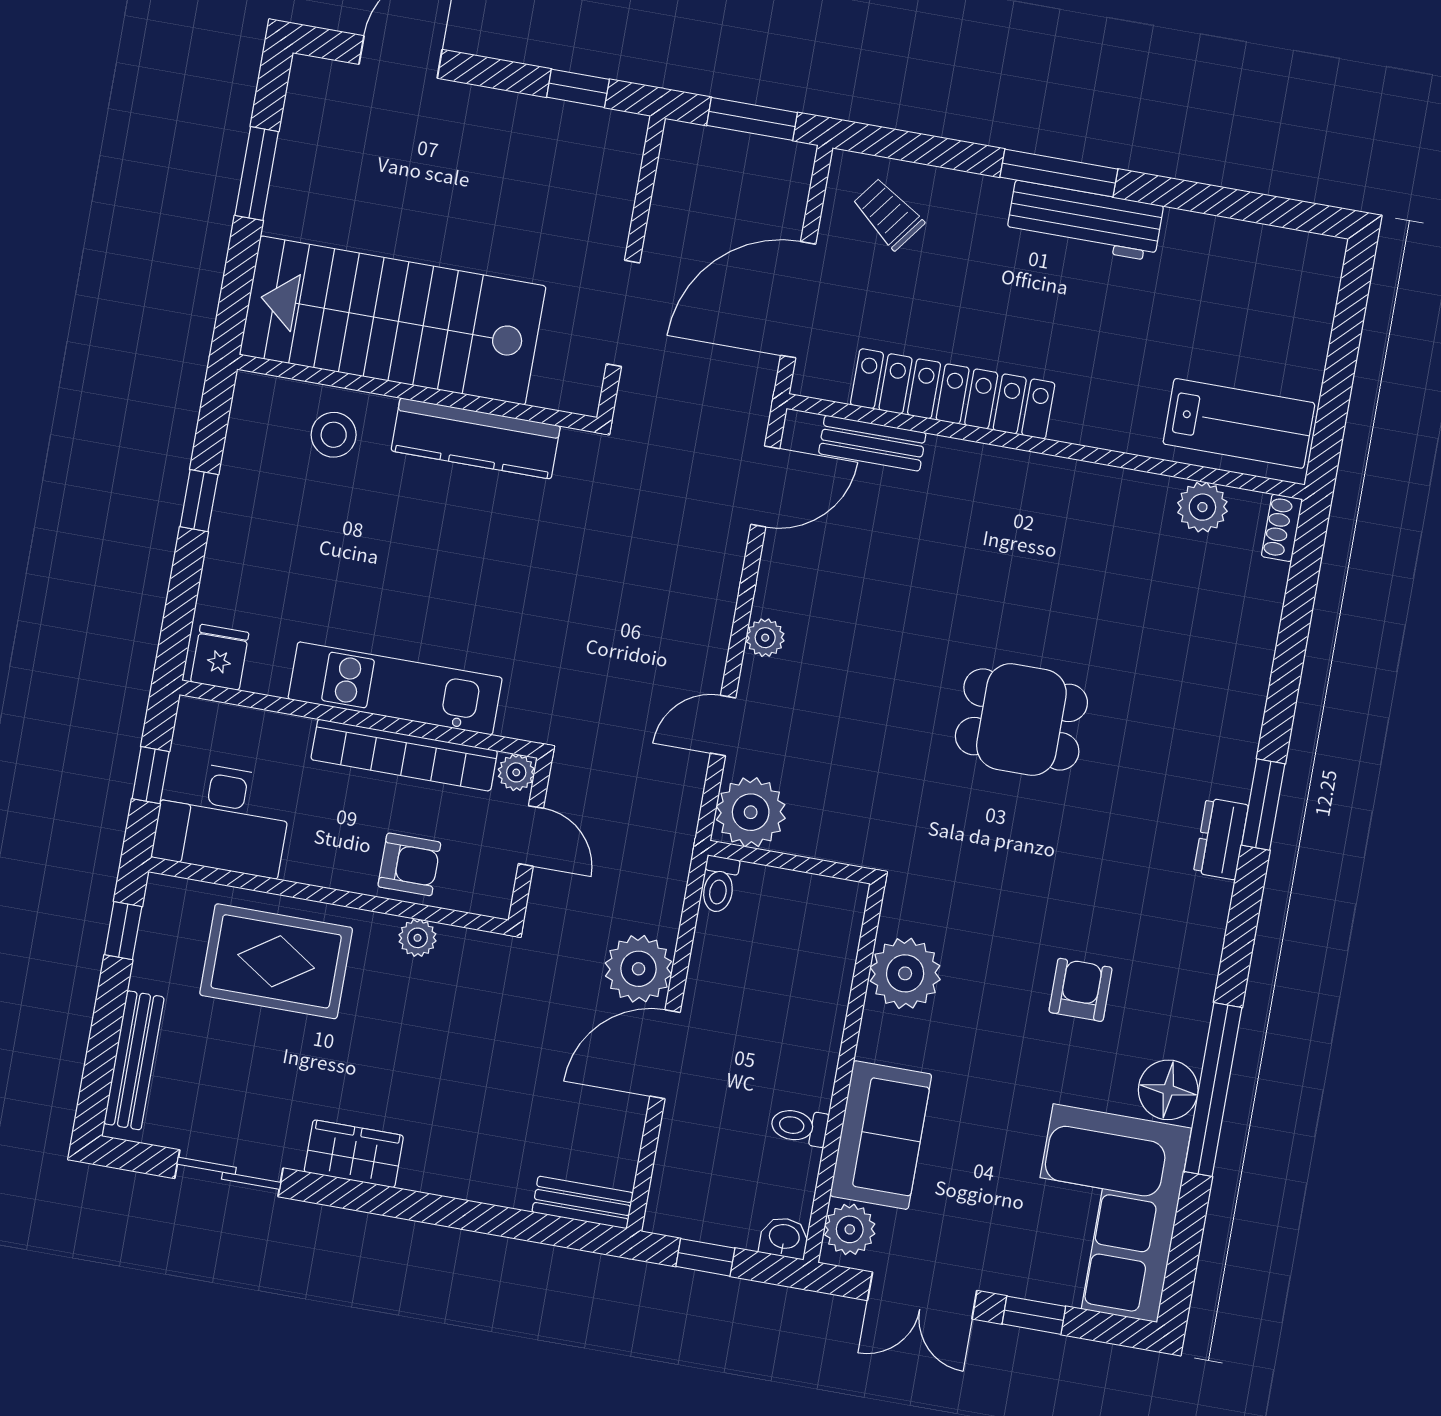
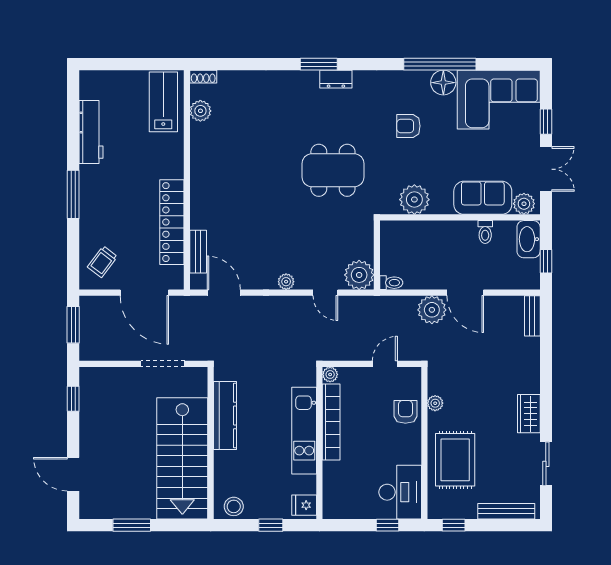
workbench: (1085, 221) -> (91, 132), moved
stool: (334, 435) -> (234, 506), moved
fridge: (220, 657) -> (304, 505), moved
kitchen unit: (395, 688) -> (304, 431), moved
wall: (360, 719) -> (319, 443), moved
dining table: (1021, 719) -> (333, 170), moved, width x1.38
bookcase: (404, 755) -> (331, 422), moved
plant: (516, 772) -> (330, 374), moved
washbasin: (784, 1238) -> (529, 239), width x1.91, depth x1.45

